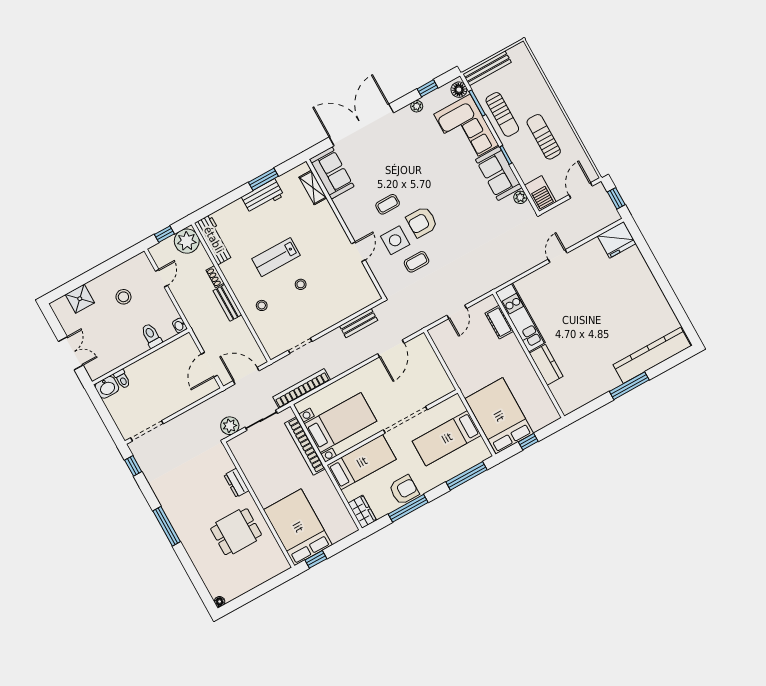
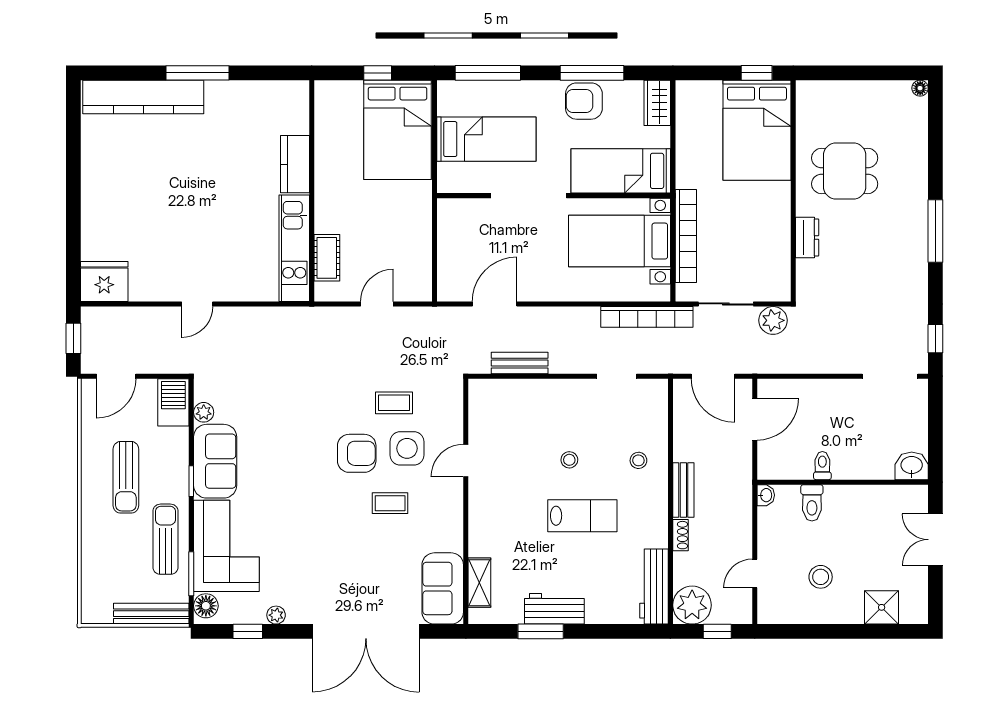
toilet: (122, 379) -> (822, 466), moved

